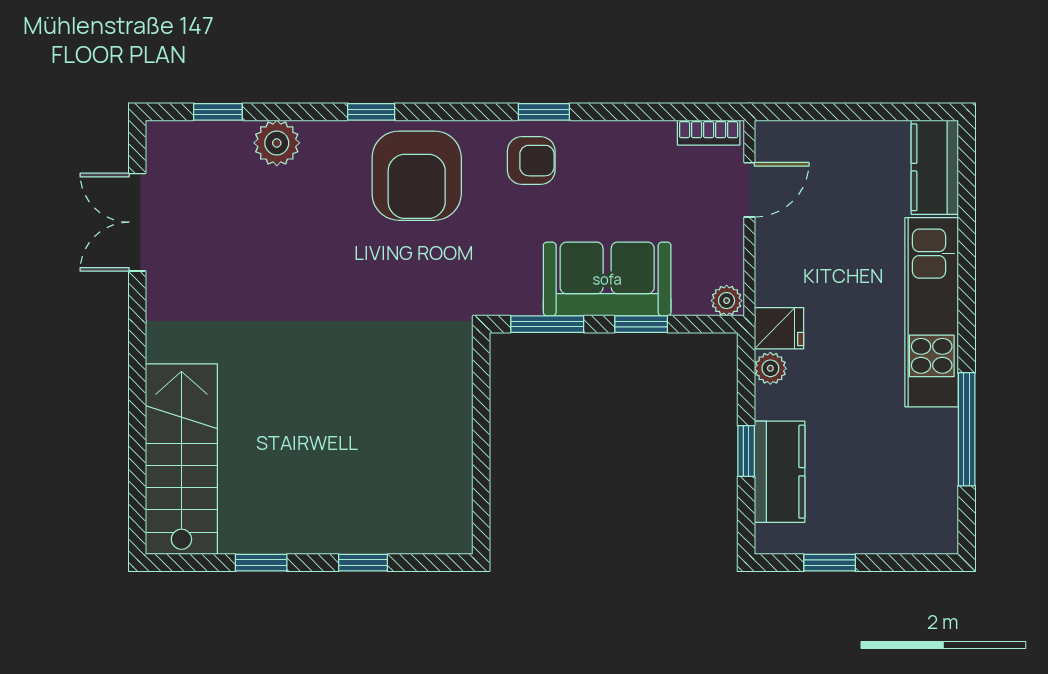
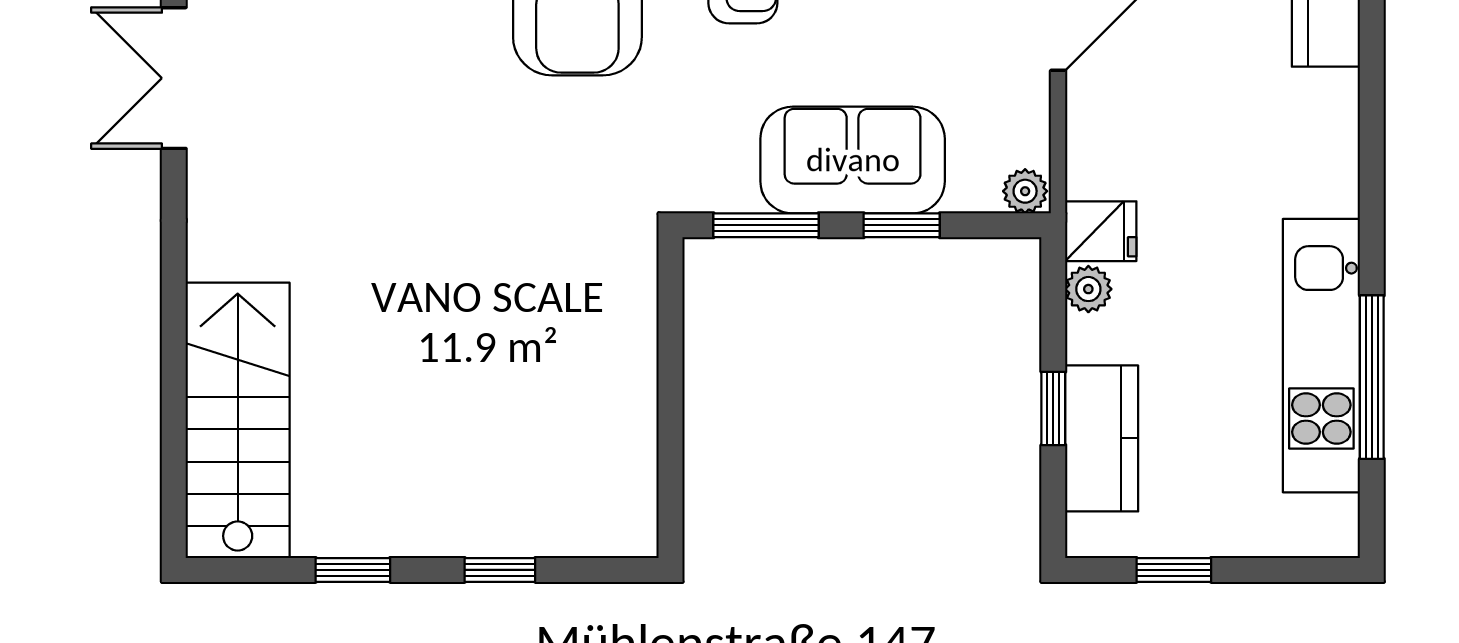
kitchen unit: (932, 312) -> (1321, 356), moved

